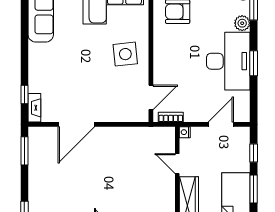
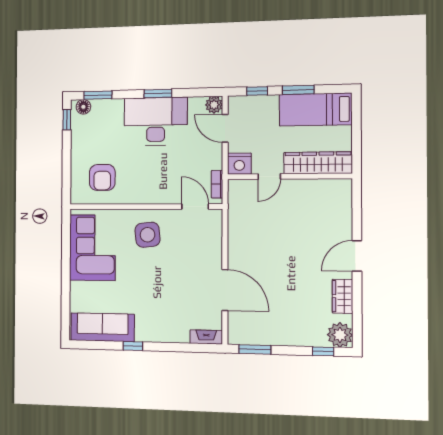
plant: (242, 23) -> (214, 105), moved
window: (24, 94) -> (133, 346), moved
nightstand: (185, 132) -> (239, 164), width x1.89, depth x1.79

